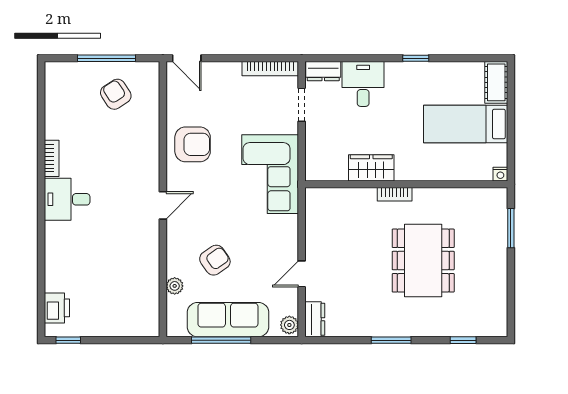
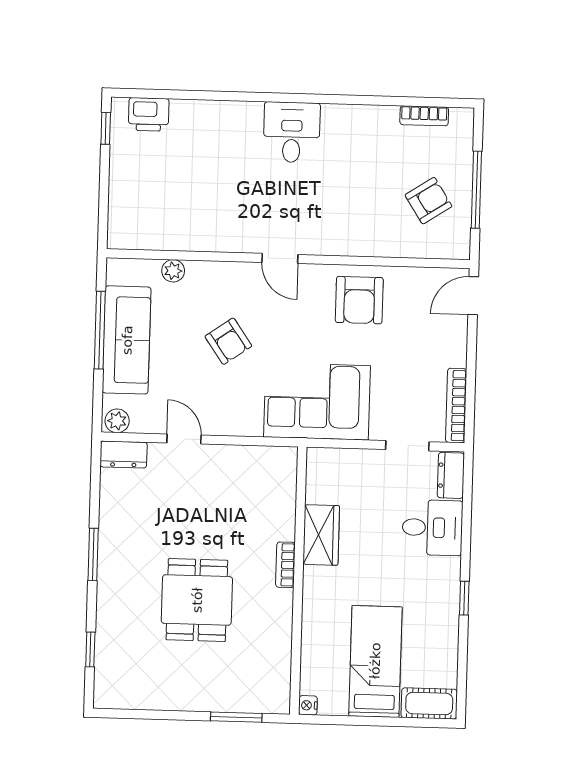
bookcase: (52, 158) -> (424, 116), moved
armchair: (215, 260) -> (228, 341), moved
dining table: (423, 261) -> (197, 600), width x0.73

